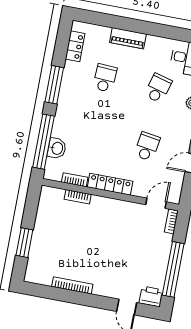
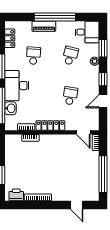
window: (147, 28) -> (55, 17), added
desk: (72, 117) -> (17, 86), added
door: (156, 203) -> (83, 132), swing flipped
printer: (151, 296) -> (16, 195), moved

